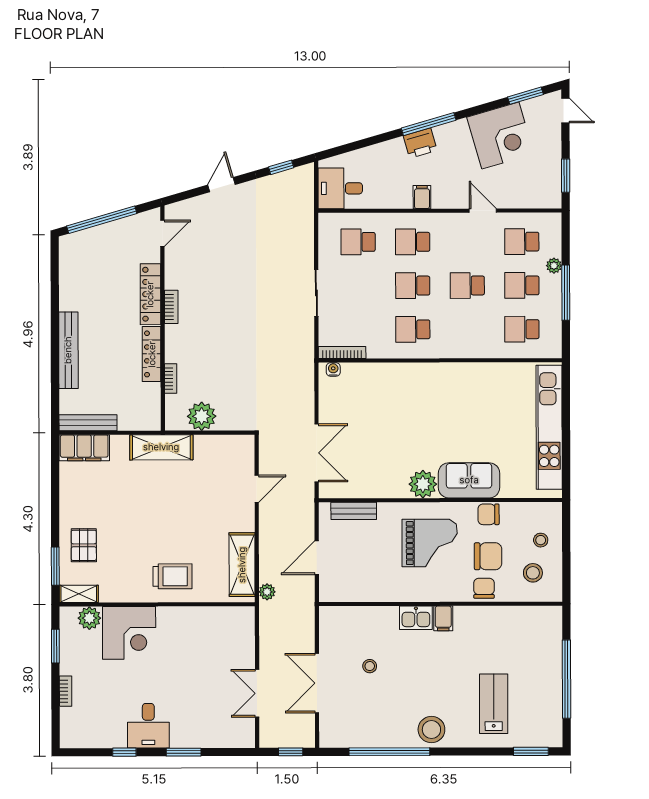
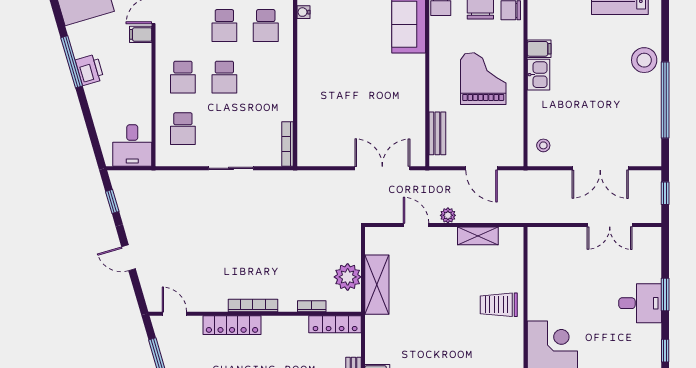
filing cabinet: (422, 197) -> (141, 34), moved
bookcase: (171, 307) -> (253, 305), width x1.56
school desk: (413, 329) -> (266, 25), moved
locker: (152, 354) -> (335, 324), moved
water cooler: (333, 369) -> (303, 12), moved
shelving: (161, 447) -> (377, 285), moved
plant: (423, 484) -> (412, 68), removed
grand piano: (430, 543) -> (483, 79), moved
shelving: (242, 565) -> (478, 236), width x0.67, depth x0.75
trolley: (172, 576) -> (499, 305), turned -90
plant: (267, 592) -> (448, 215), moved
stool: (370, 666) -> (543, 145), moved
desk: (148, 726) -> (640, 303), moved

